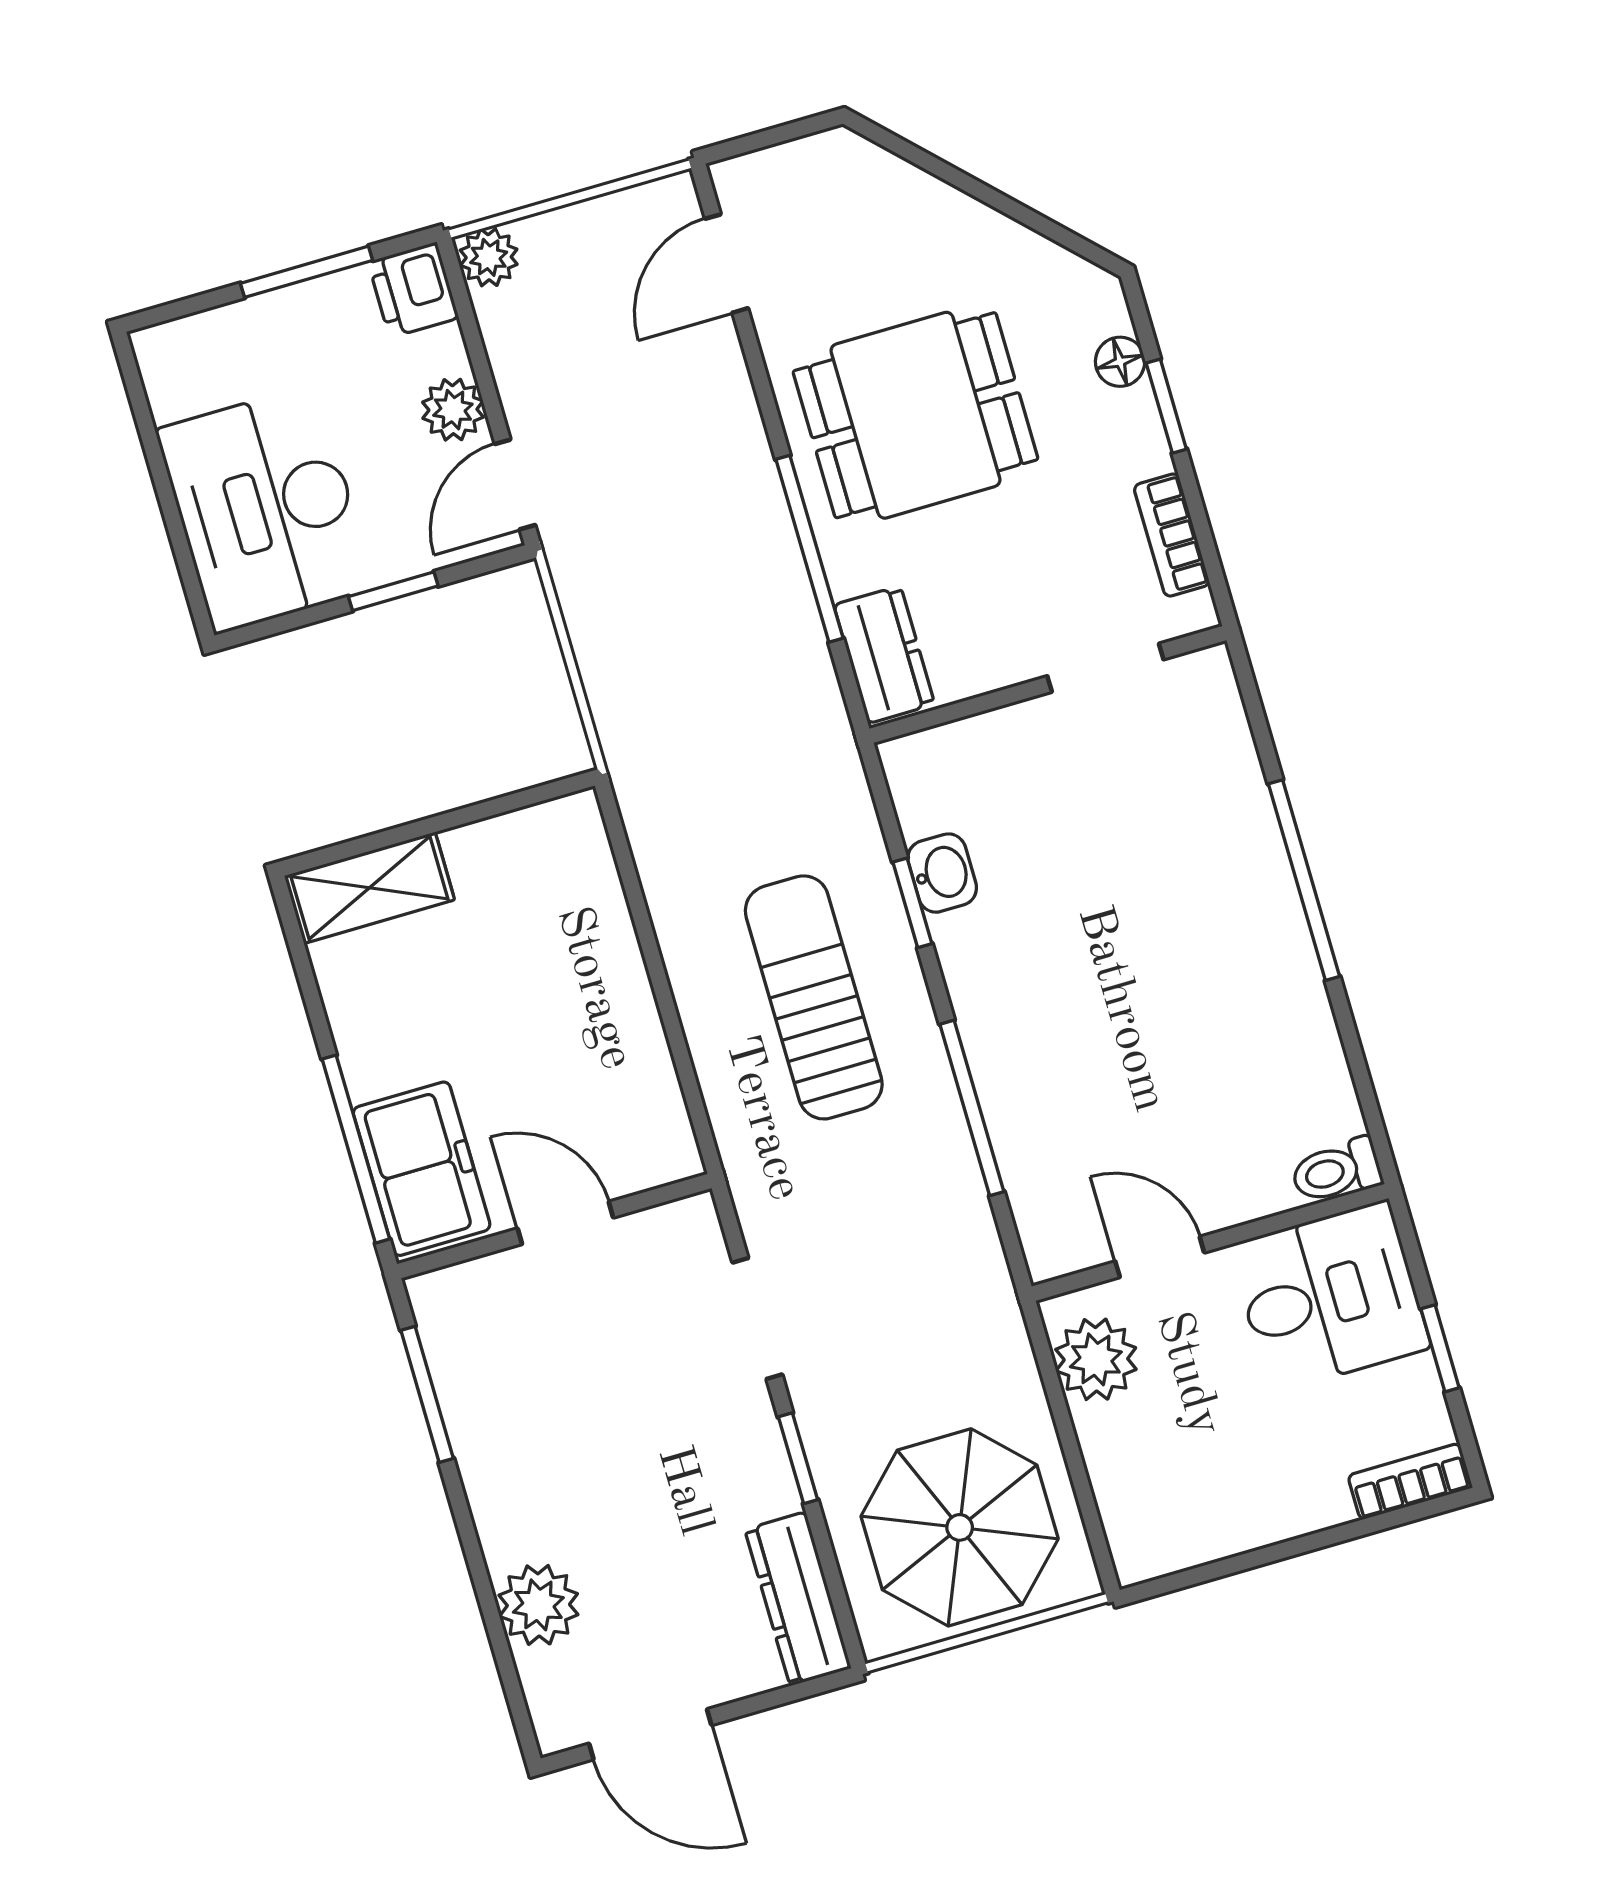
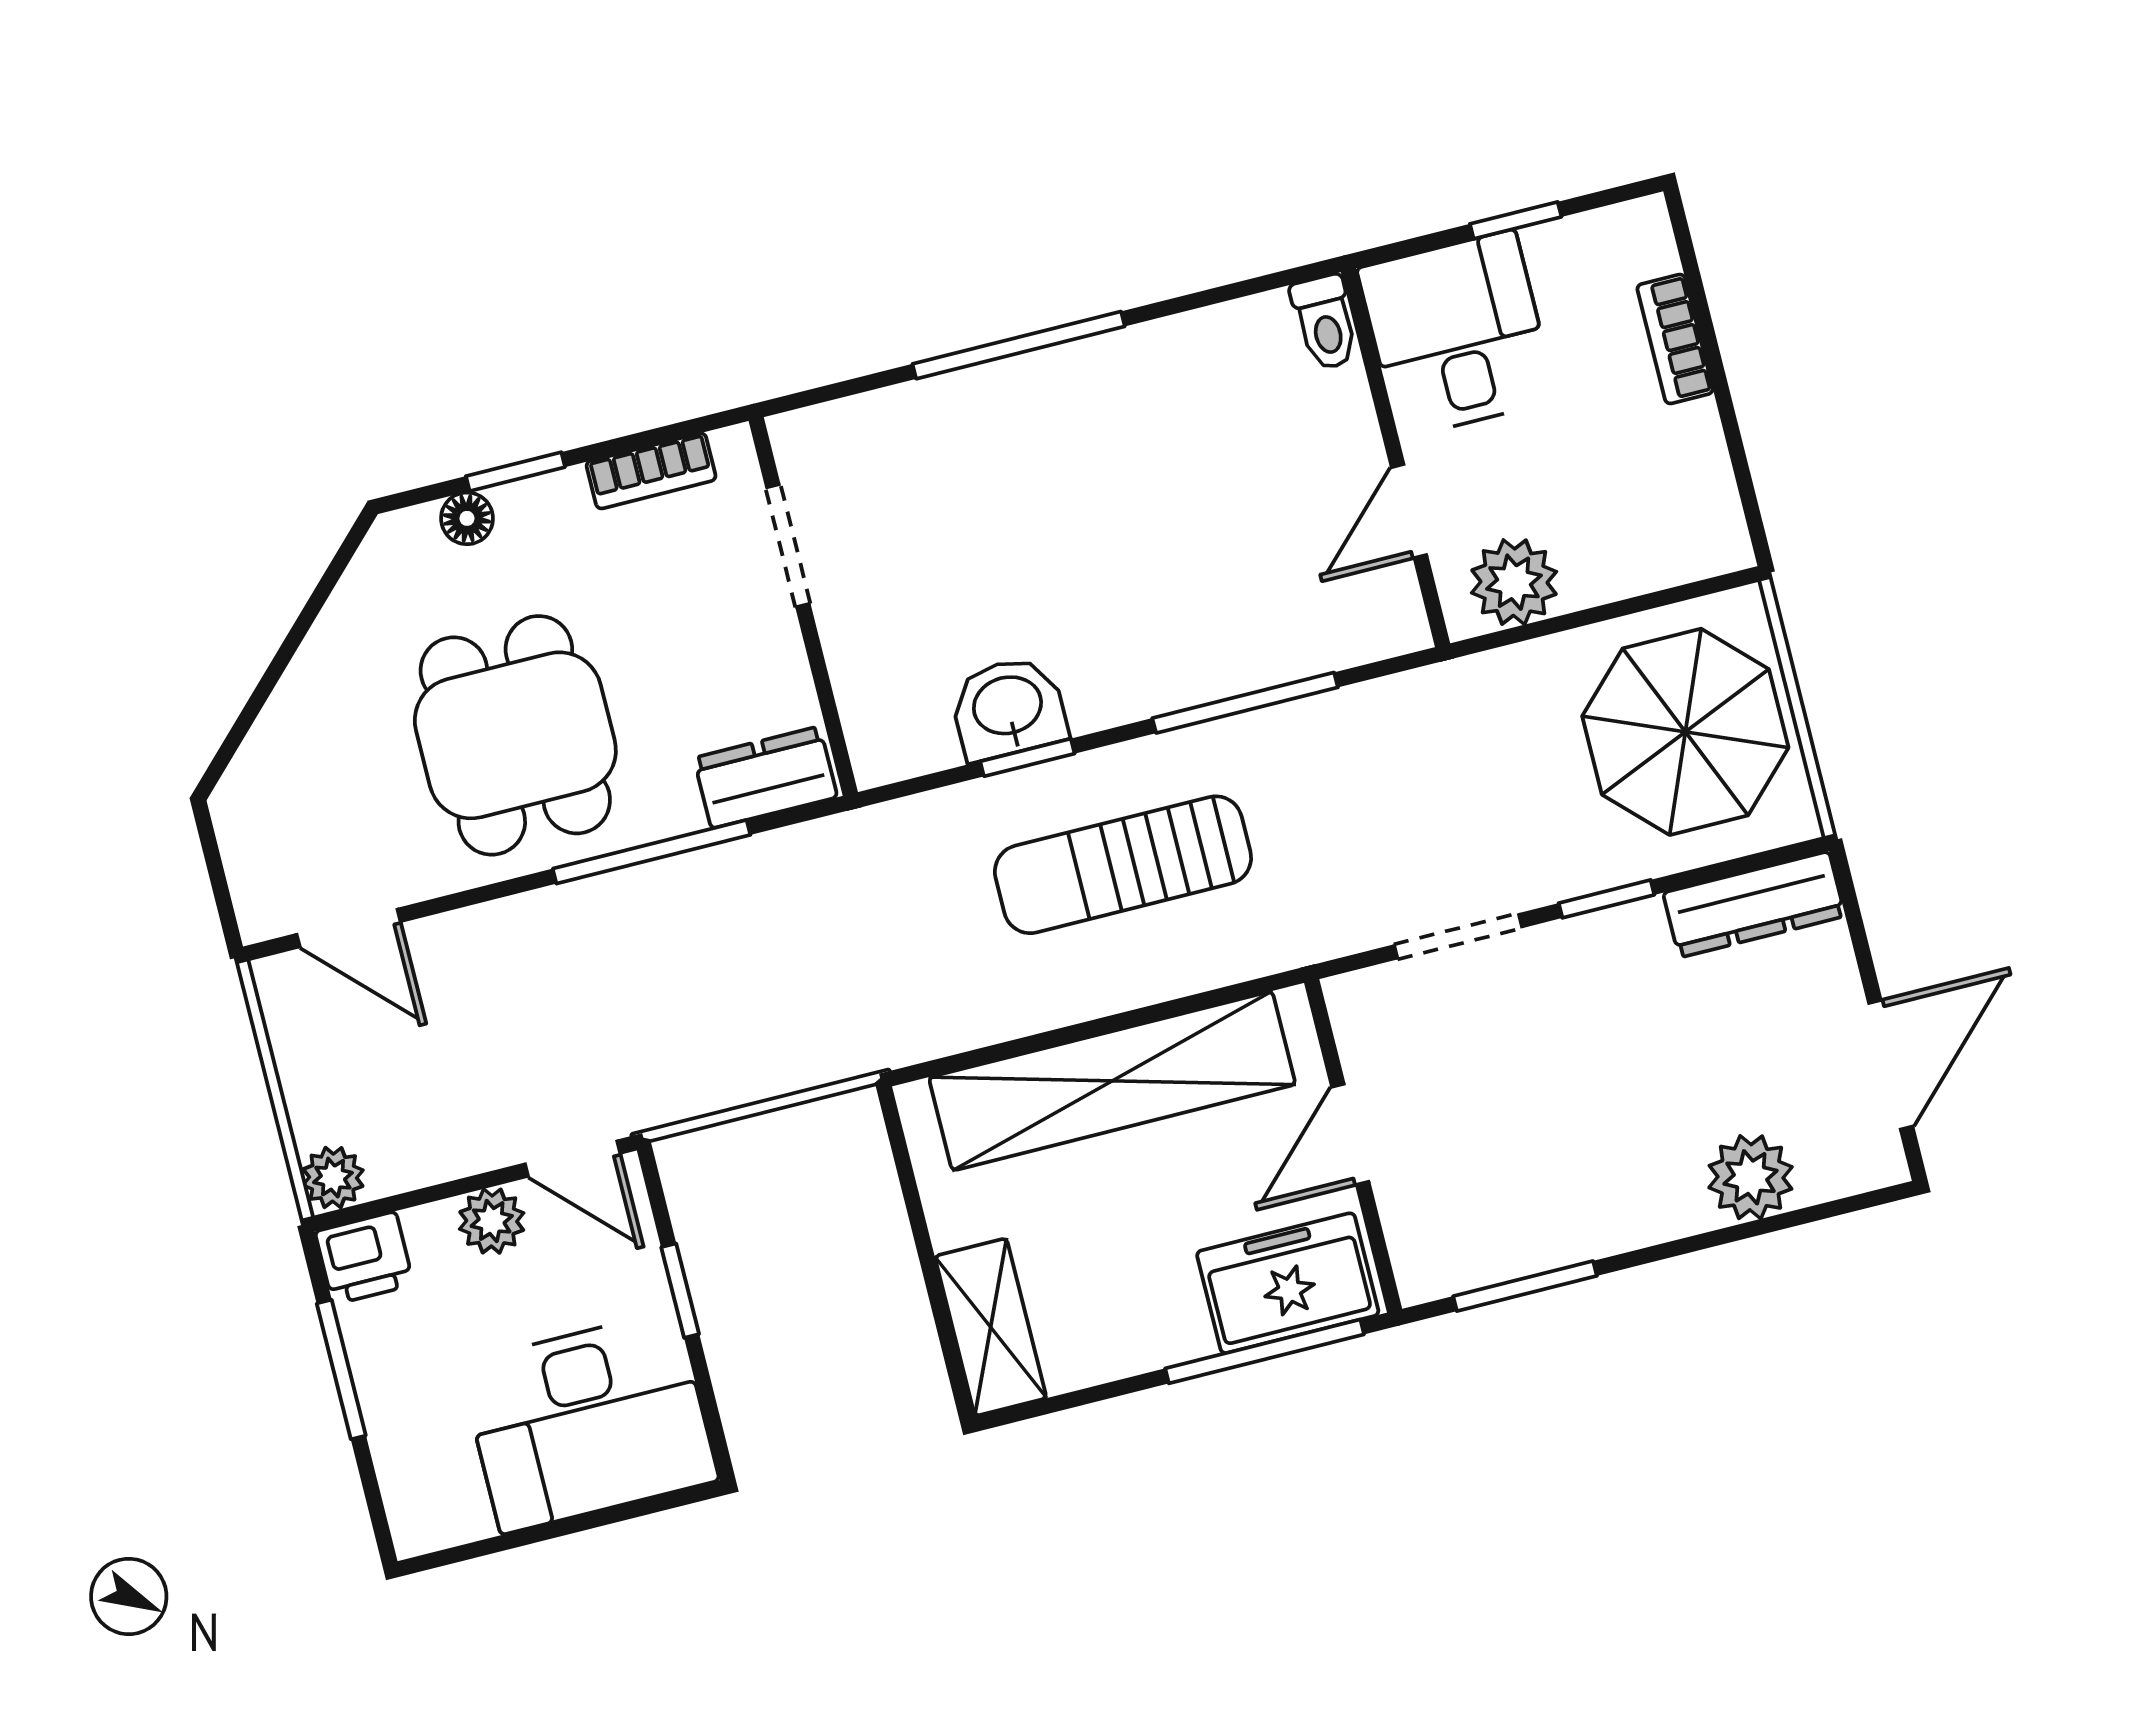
washbasin: (942, 873) -> (1008, 708), width x1.38, depth x1.45
shelving: (608, 995) -> (1112, 1081), added
bookcase: (1410, 1482) -> (1675, 339), moved

